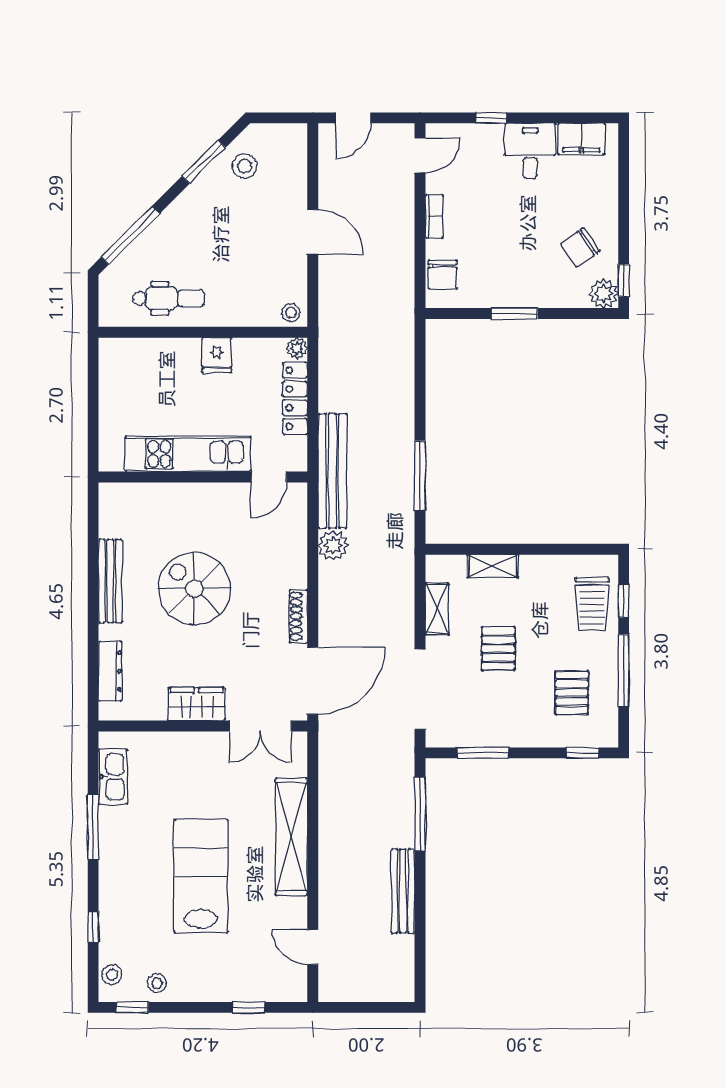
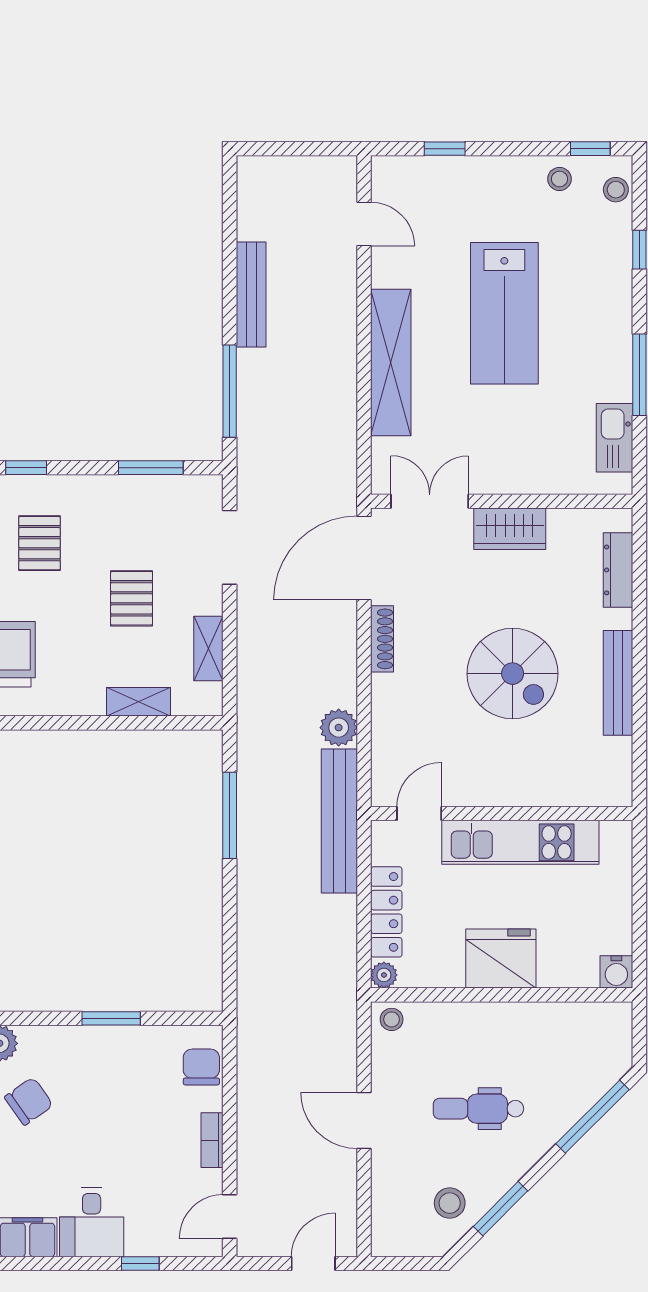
dental chair: (169, 298) -> (478, 1109), moved
water cooler: (111, 351) -> (616, 972), added
fridge: (217, 355) -> (501, 959), width x1.88, depth x1.34
doorway: (420, 689) -> (230, 547), width x0.73

